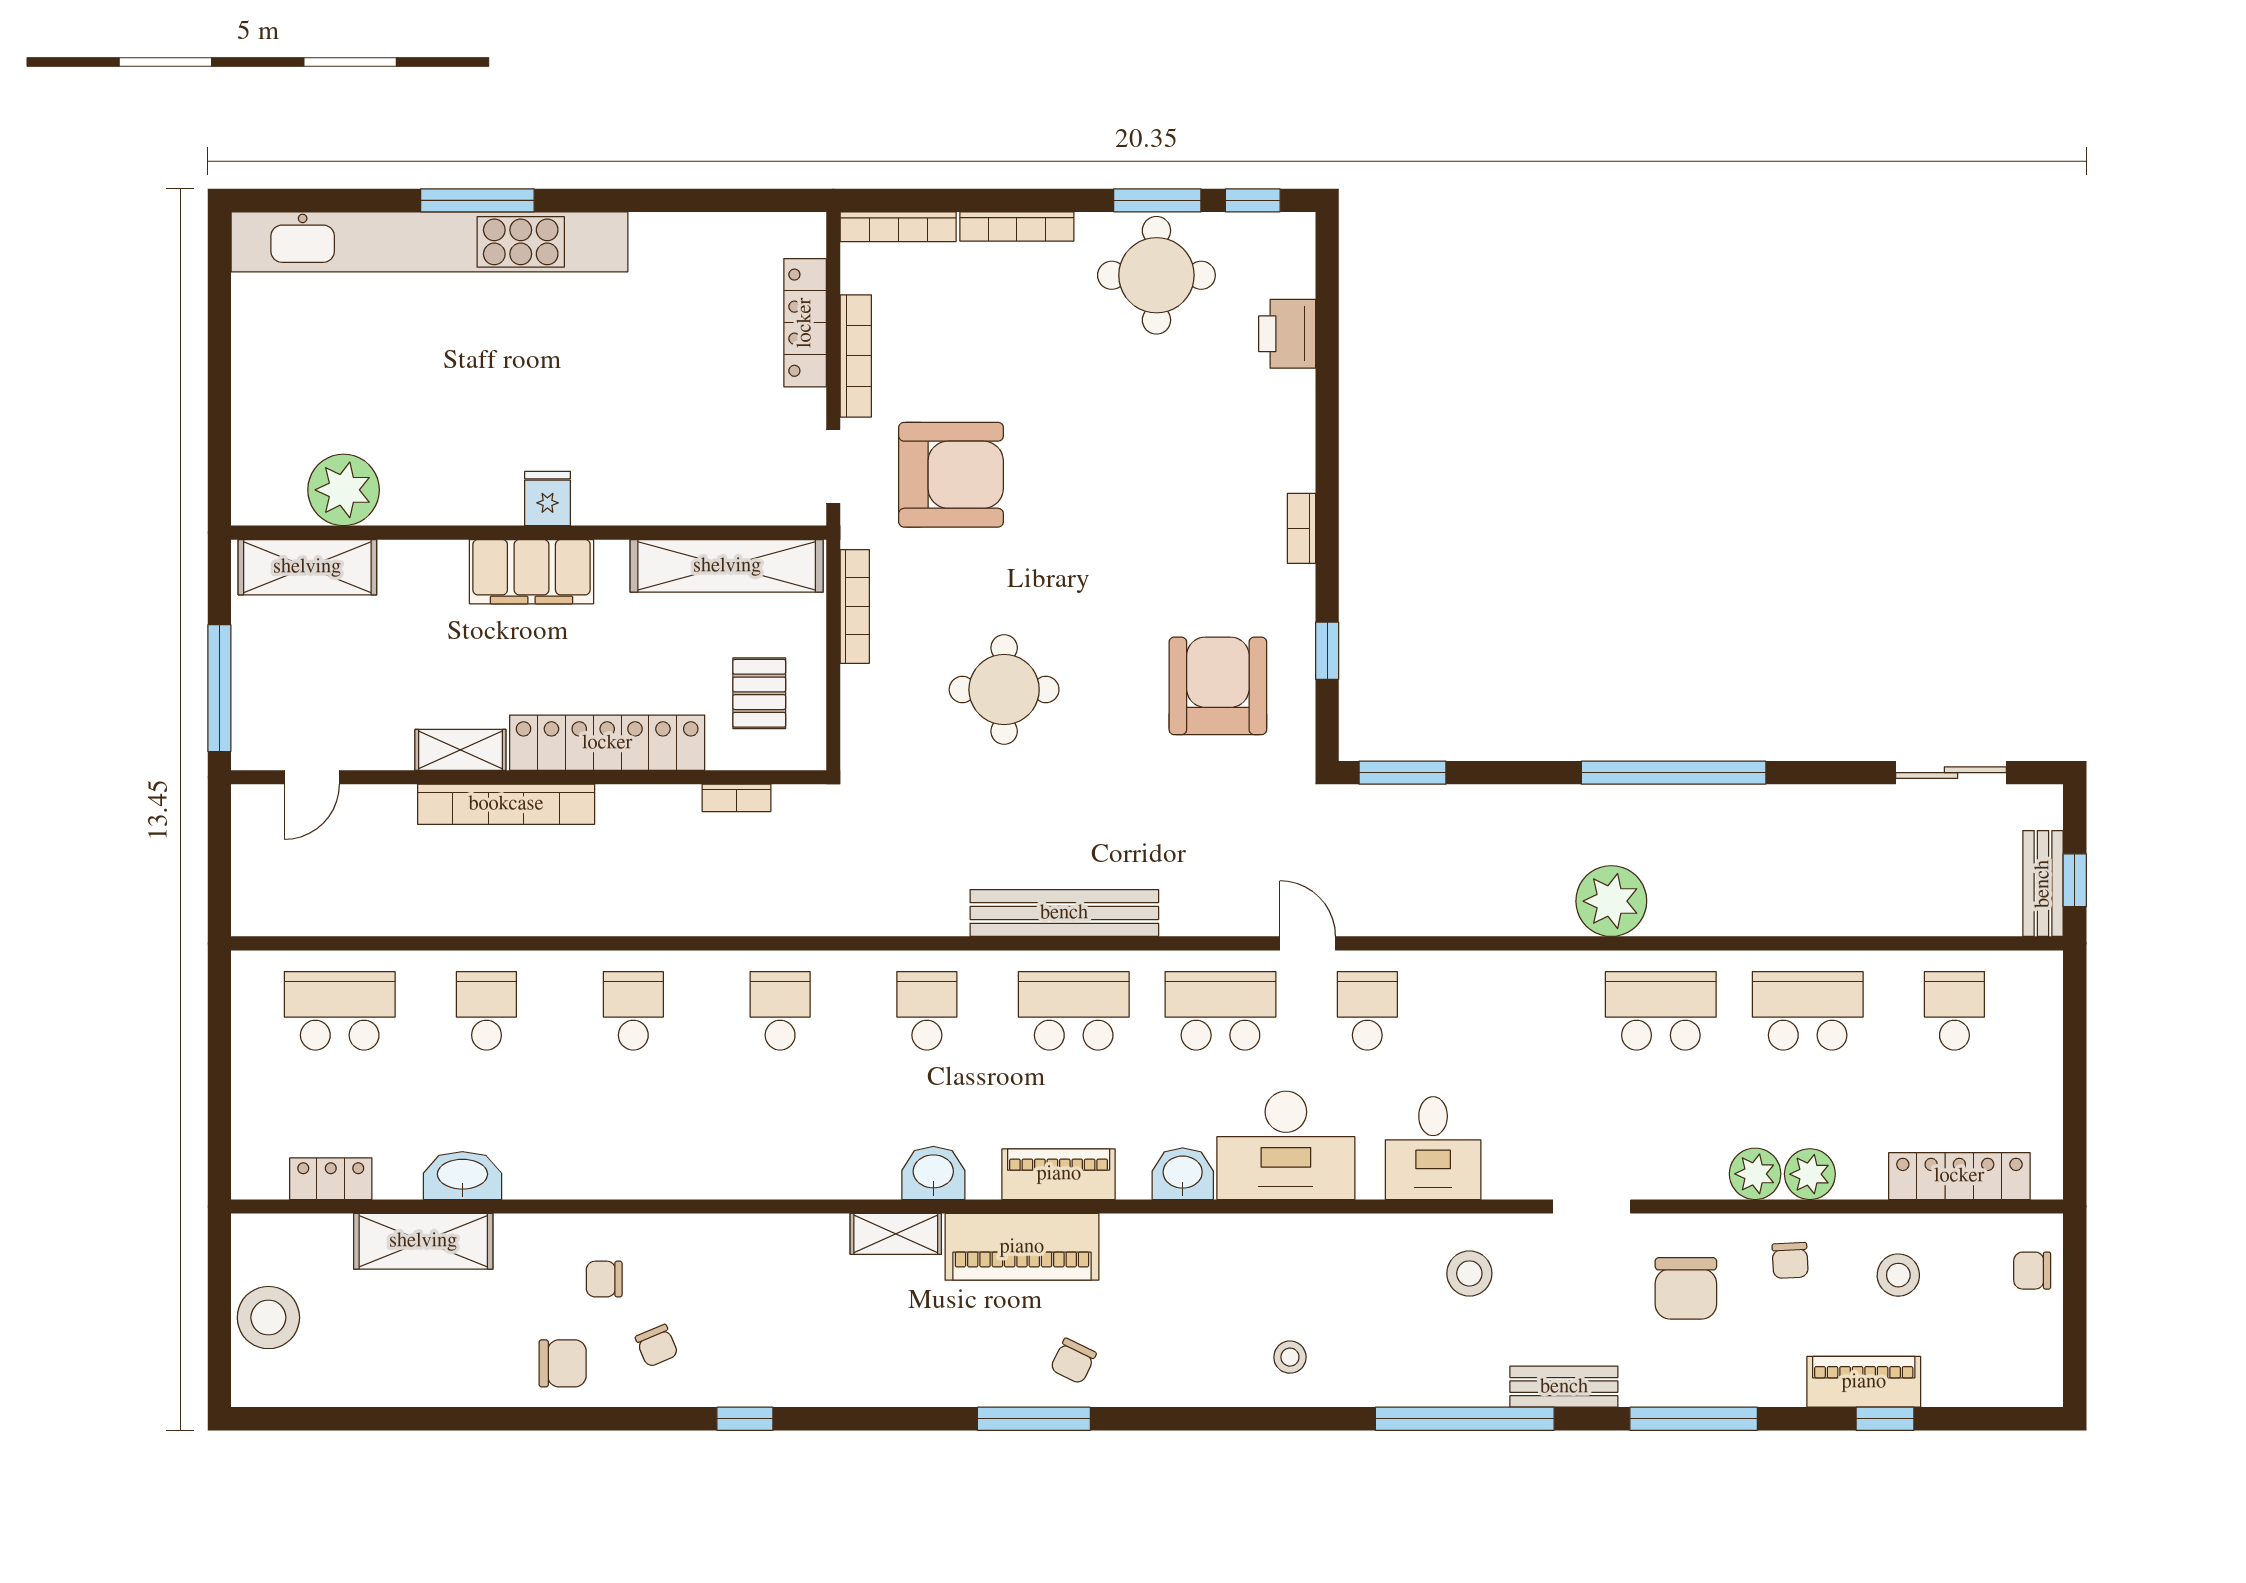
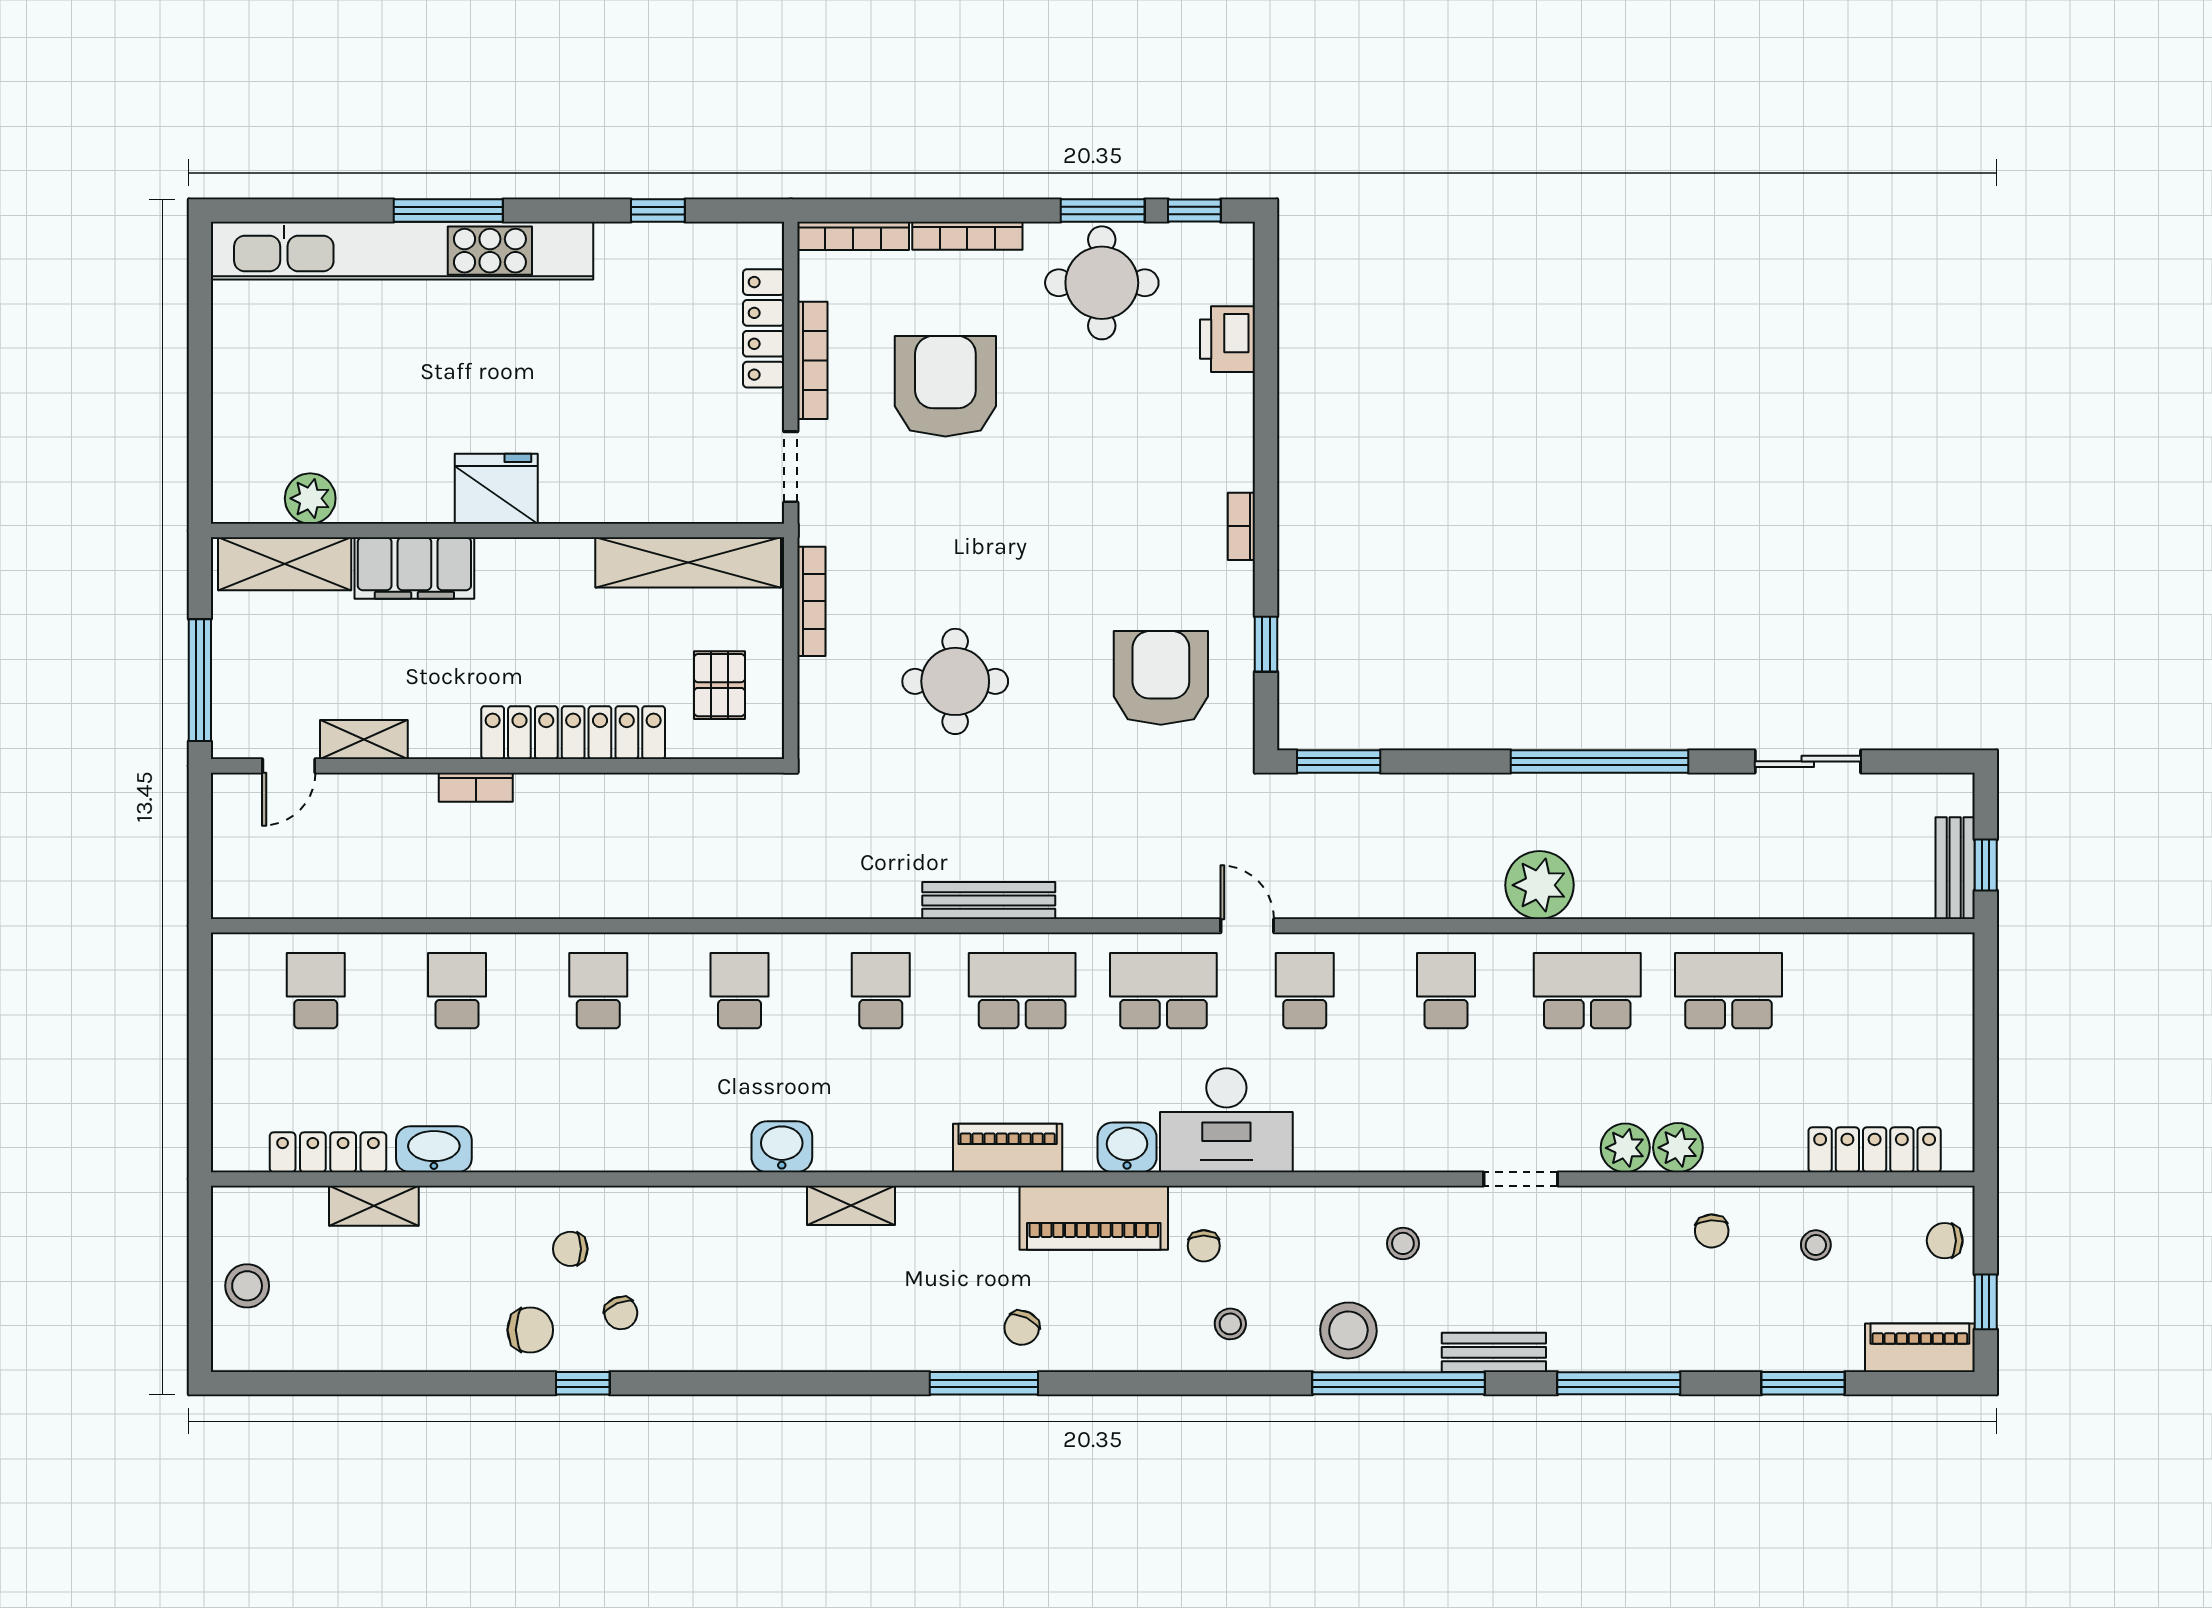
window: (695, 200) -> (658, 211), added
armchair: (951, 475) -> (945, 386), moved, turned -90
plant: (344, 490) -> (310, 498), width x0.73, depth x0.73
fridge: (547, 498) -> (496, 489), width x1.88, depth x1.34
filing cabinet: (531, 572) -> (414, 568), moved
shelving: (460, 750) -> (364, 739), moved
sliding door: (1951, 773) -> (1808, 761), moved
bookcase: (736, 798) -> (698, 786), removed
bookcase: (506, 804) -> (476, 787), width x0.43, depth x0.76
bench: (1064, 913) -> (989, 901), width x0.73, depth x0.82
school desk: (340, 1011) -> (316, 991), width x0.54
school desk: (1954, 1011) -> (1446, 991), moved
desk: (1433, 1148) -> (1368, 1123), removed
washbasin: (933, 1173) -> (782, 1147), moved
plant: (1810, 1174) -> (1625, 1148), moved
locker: (331, 1179) -> (328, 1152), width x1.53
shelving: (423, 1241) -> (374, 1206), width x0.67, depth x0.75
piano: (1022, 1247) -> (1094, 1218), moved
stool: (1469, 1273) -> (1403, 1243), width x0.73, depth x0.73
stool: (1898, 1275) -> (1816, 1245), width x0.73, depth x0.73
chair: (1686, 1288) -> (1204, 1246), moved, width x0.54, depth x0.54
stool: (268, 1318) -> (247, 1286), width x0.73, depth x0.73
window: (2075, 1334) -> (1986, 1302), added
stool: (1413, 1364) -> (1348, 1330), added
piano: (1864, 1382) -> (1920, 1348), moved
window: (745, 1419) -> (583, 1383), moved
window: (1885, 1419) -> (1803, 1383), width x1.50

